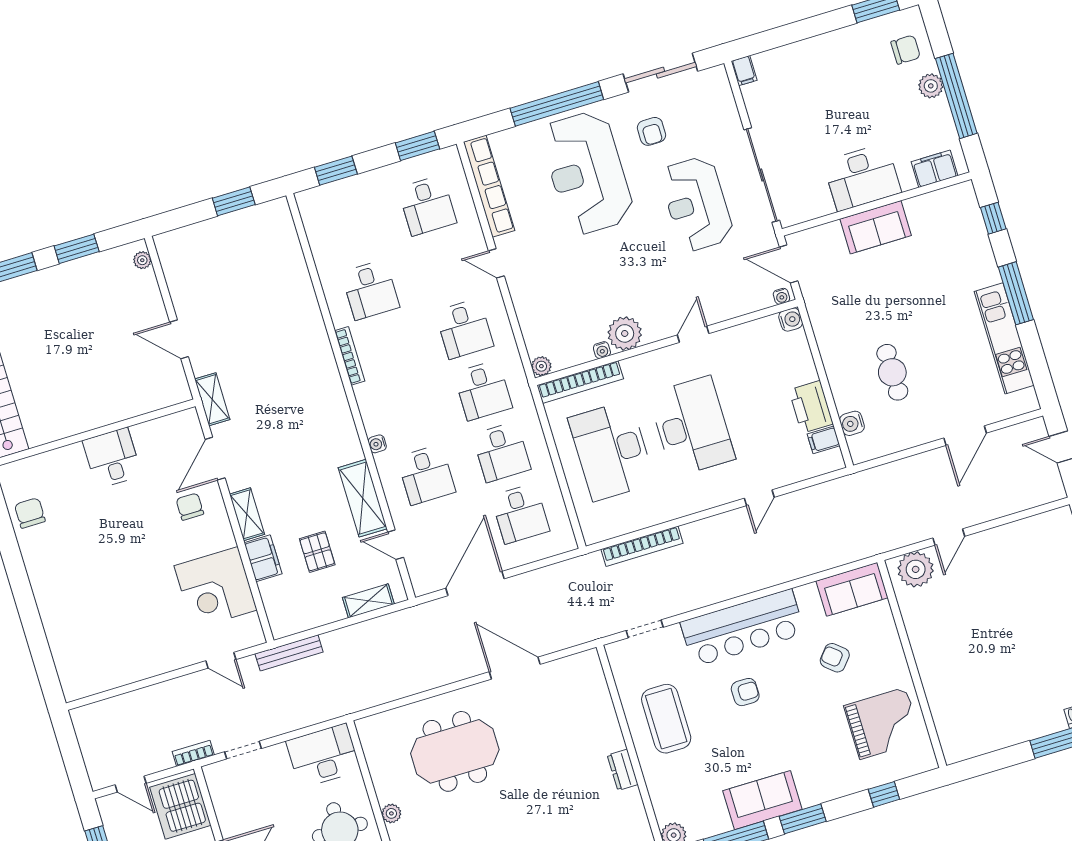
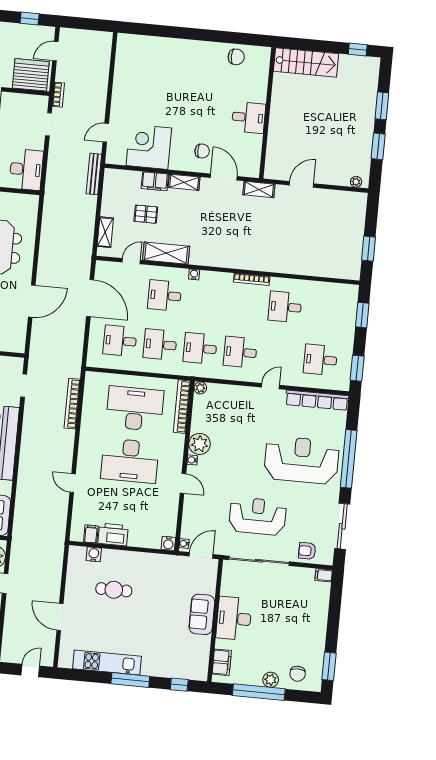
armchair: (651, 131) -> (307, 551), moved
water cooler: (602, 350) -> (192, 460), moved

